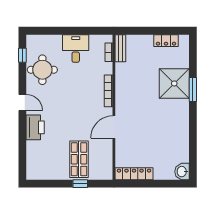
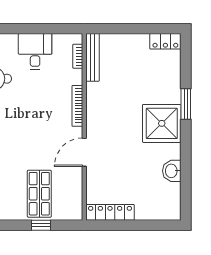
locker: (166, 41) -> (165, 41), moved
bench: (120, 48) -> (93, 57), width x1.36
shower: (174, 83) -> (162, 123), moved
washbasin: (182, 172) -> (172, 171), moved

